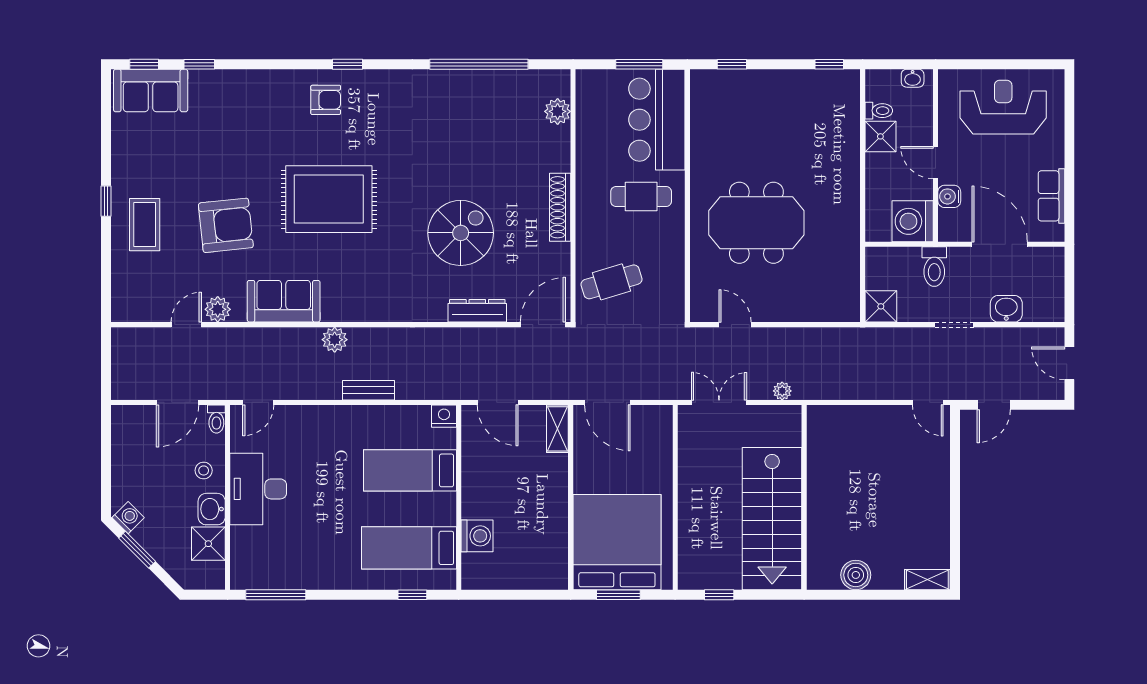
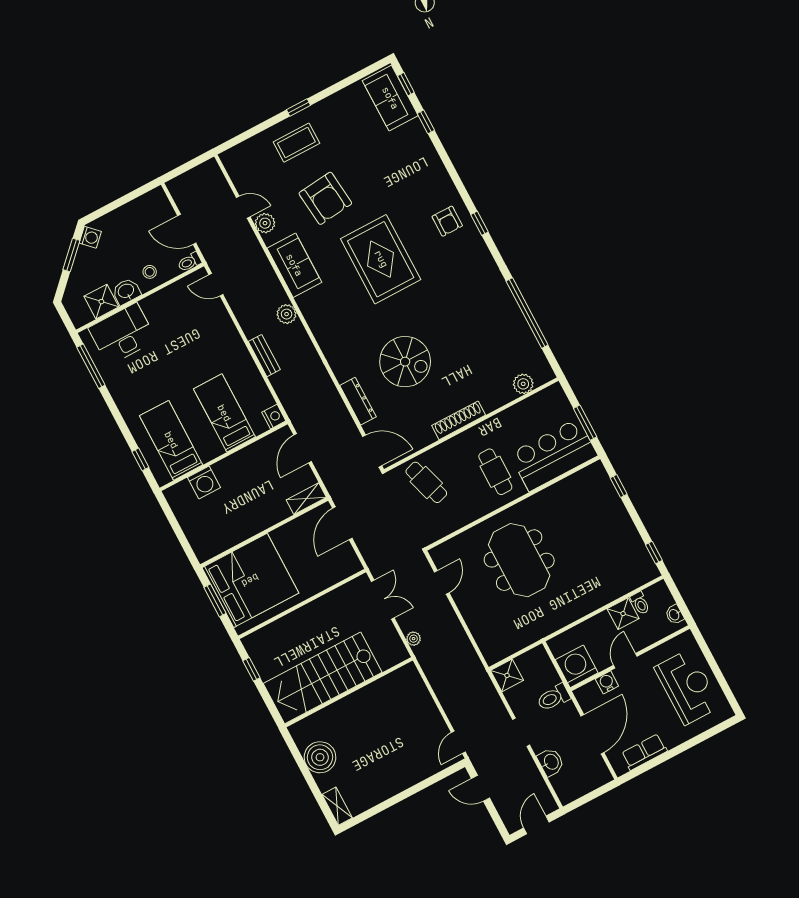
desk: (258, 489) -> (122, 334), moved
boiler: (856, 575) -> (320, 757), width x1.37, depth x1.37

